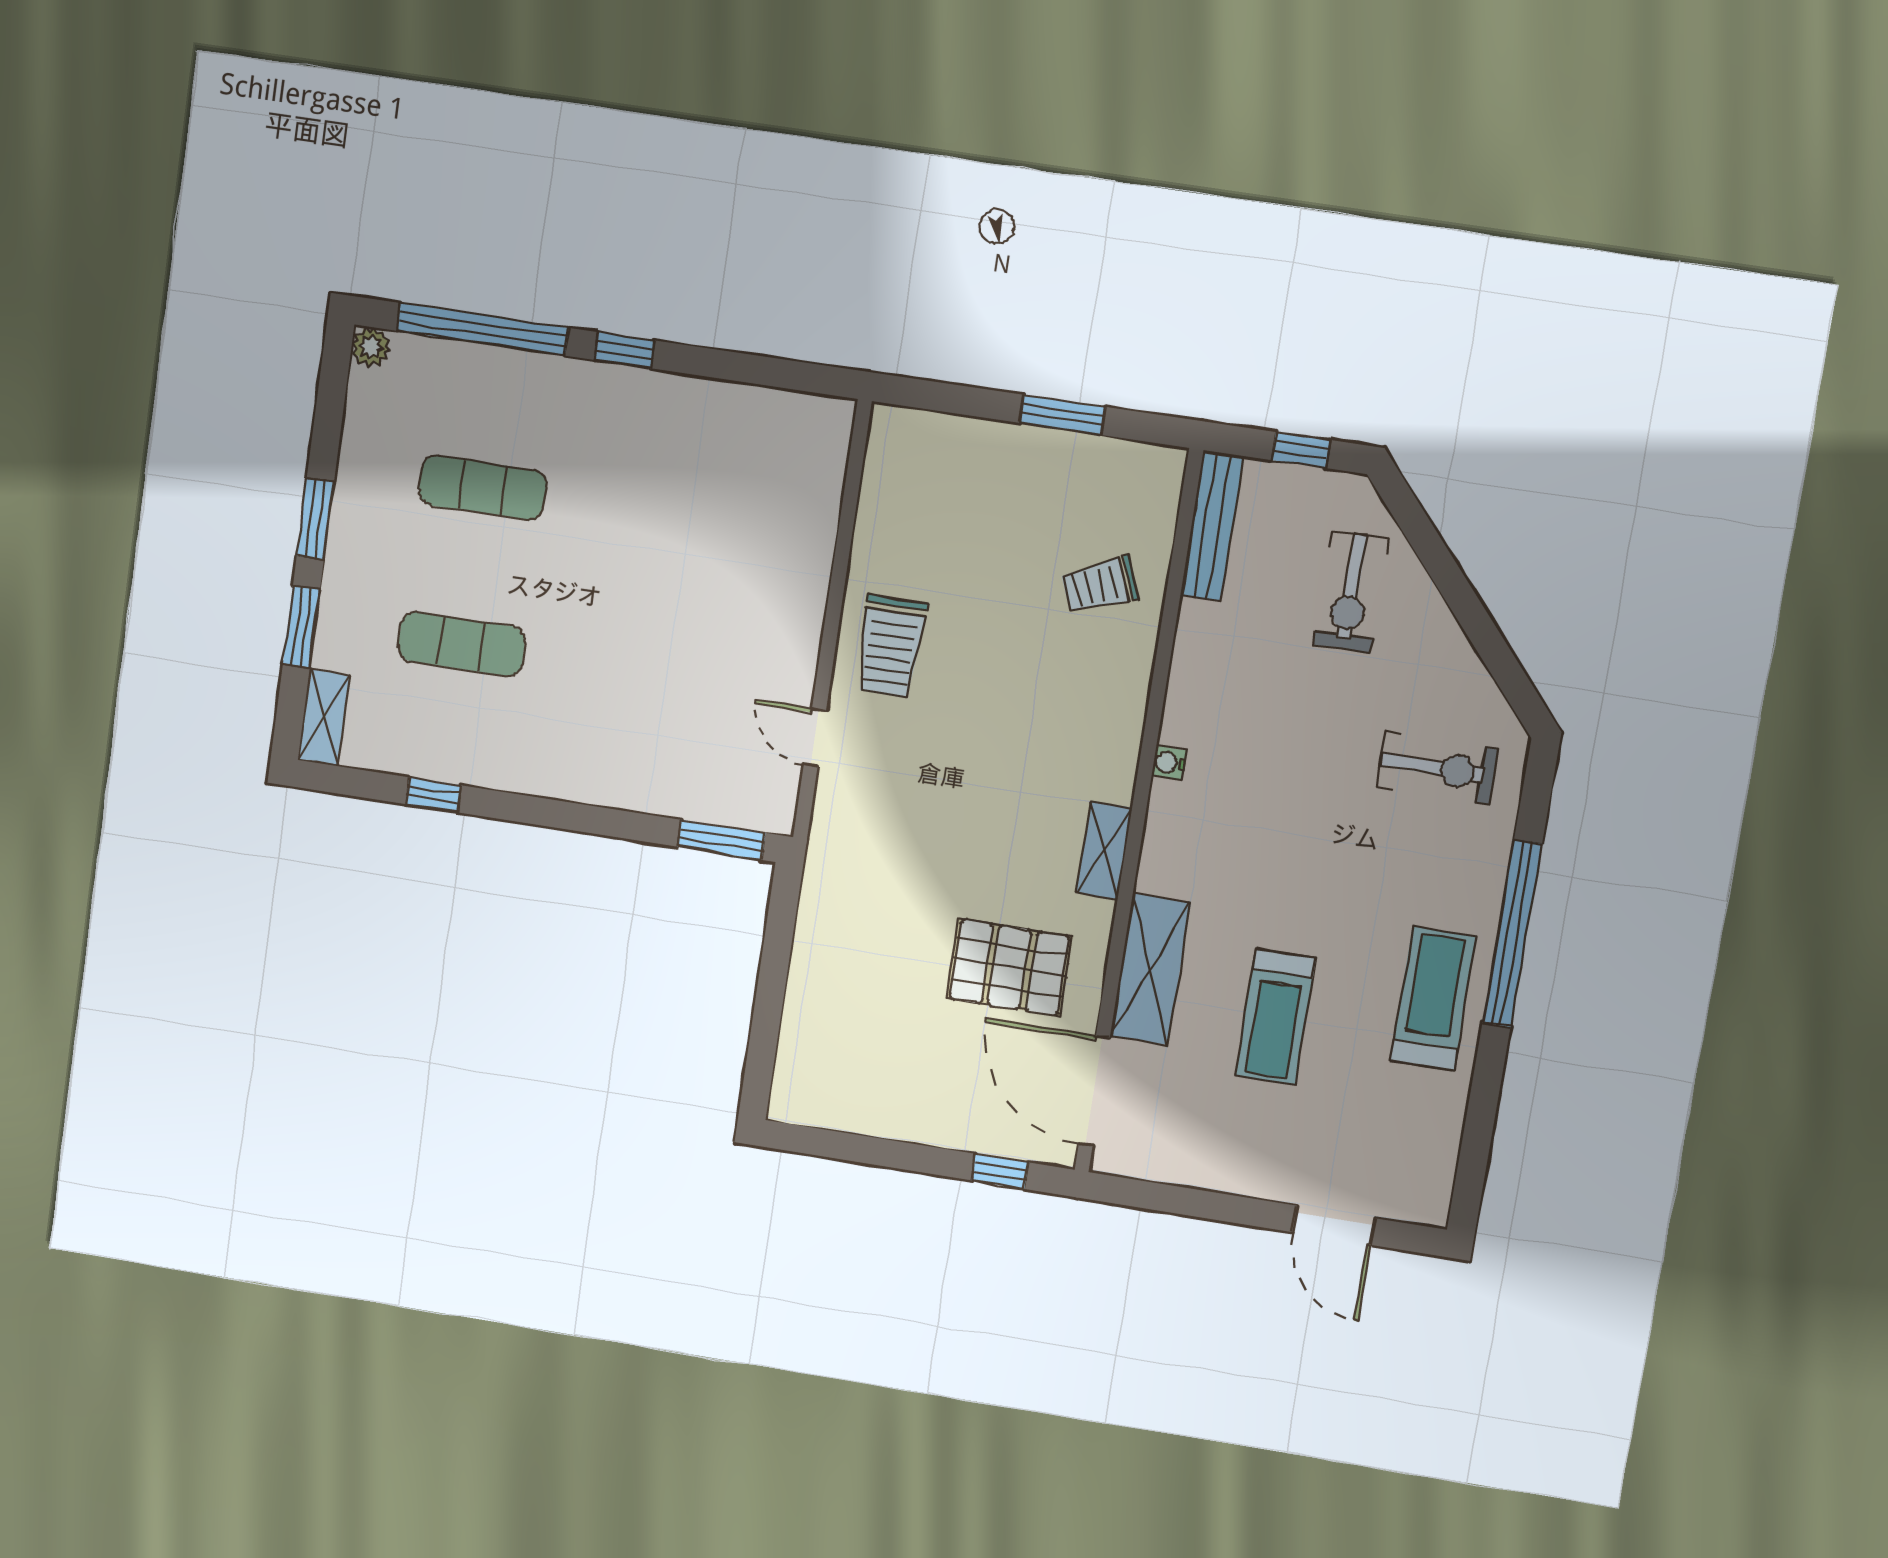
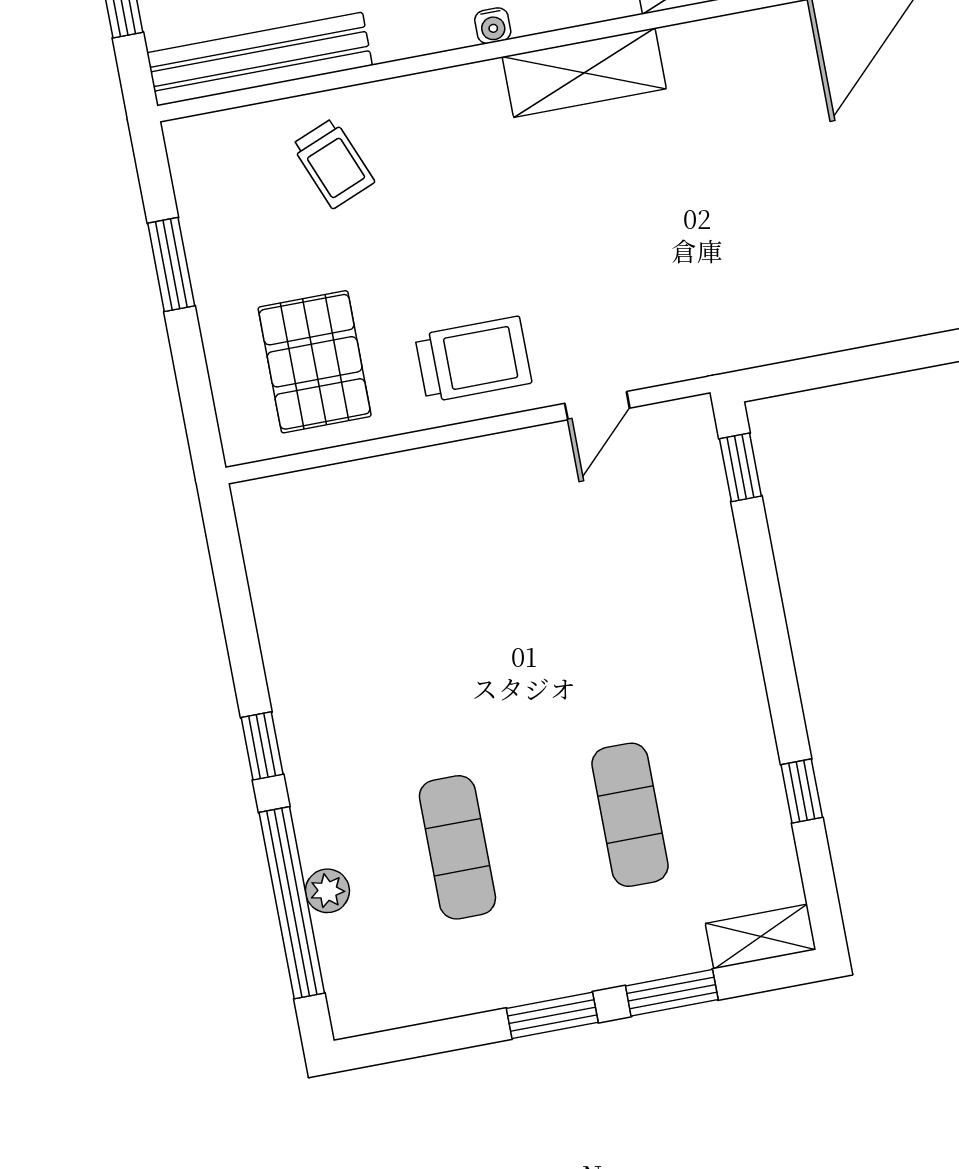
plant: (371, 347) -> (327, 891), moved
bench: (1212, 526) -> (260, 59), width x1.37, depth x1.21
window: (721, 840) -> (740, 467), width x0.67
shelving: (1104, 850) -> (584, 73), width x1.50, depth x1.33
pallet: (1009, 967) -> (315, 362), moved

